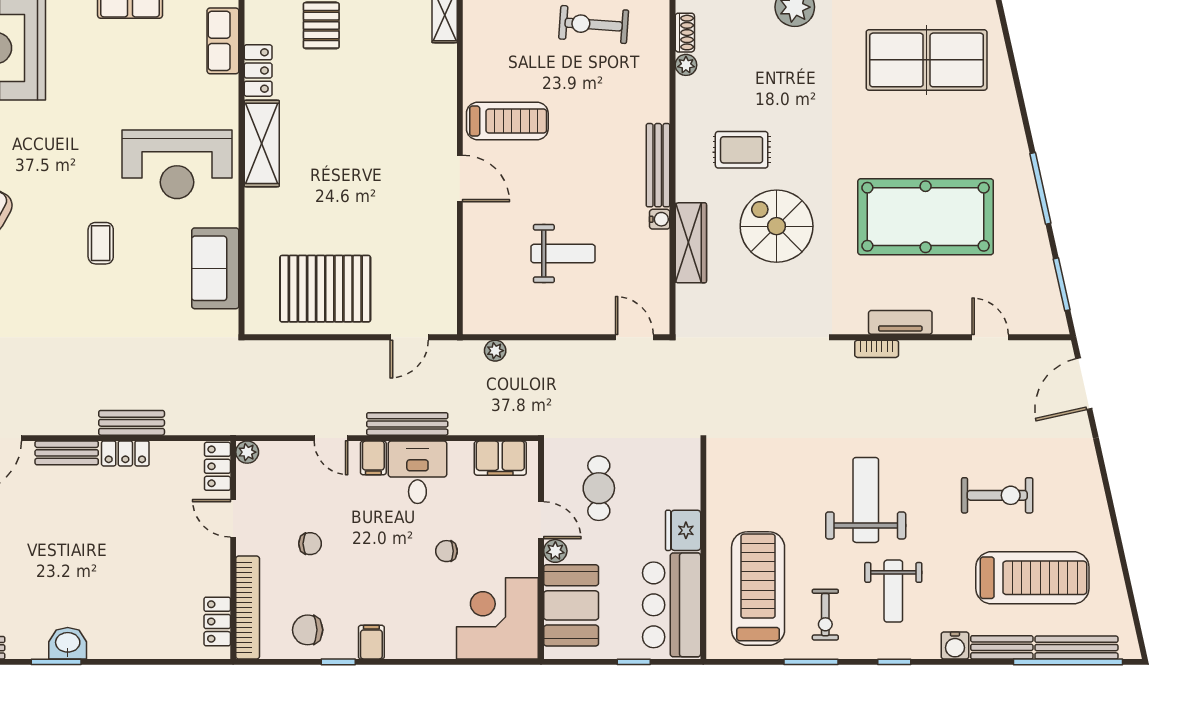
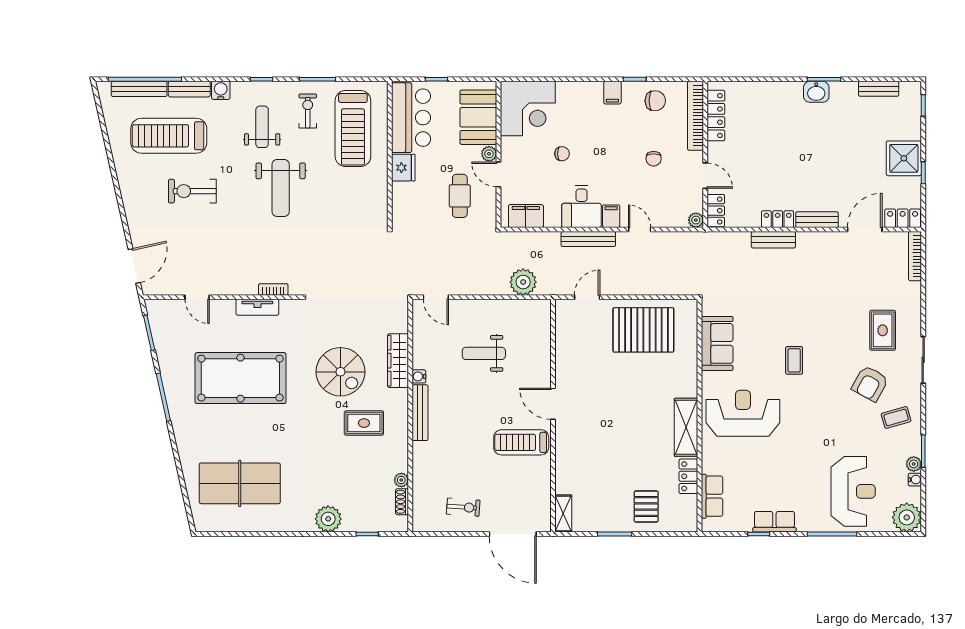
exercise bike: (594, 25) -> (463, 507), width x0.73, depth x0.72
plant: (495, 351) -> (523, 282), width x1.87, depth x1.87
chair: (310, 544) -> (654, 159), turned -90
locker: (217, 621) -> (716, 116), width x1.53

